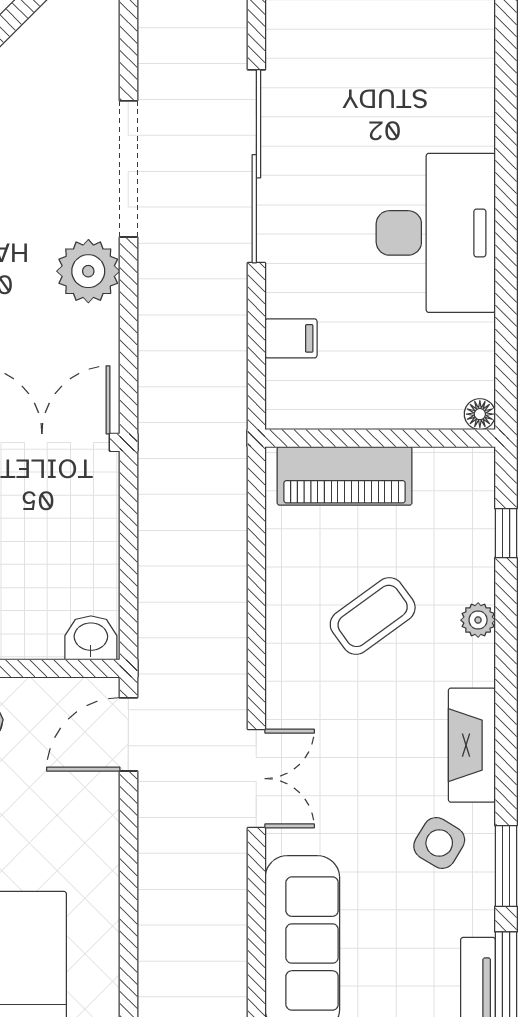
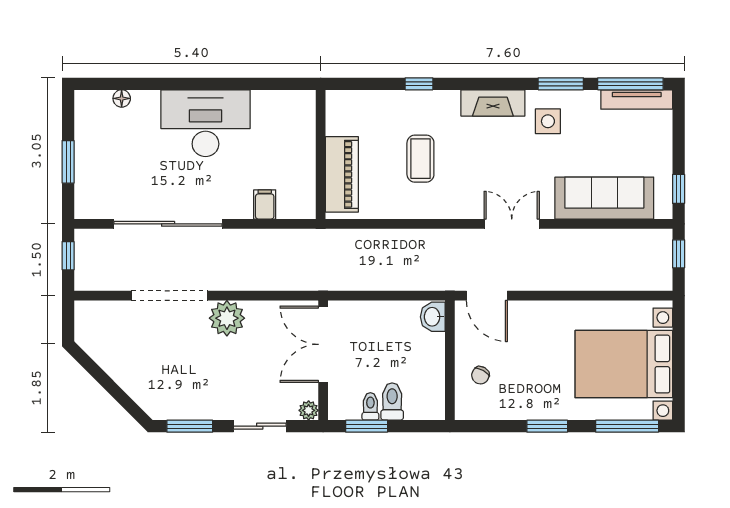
floor lamp: (480, 414) -> (122, 98), moved
window: (506, 533) -> (419, 84), moved
coffee table: (373, 616) -> (420, 159), turned 36
plant: (478, 620) -> (423, 99), removed
side table: (439, 843) -> (548, 121), turned -31

